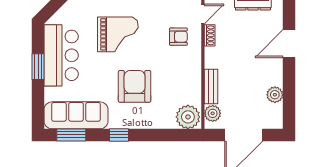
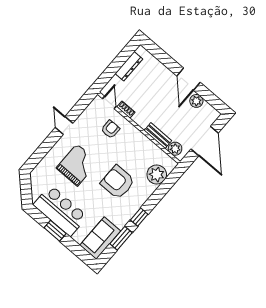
door: (289, 44) -> (188, 79), moved
sofa: (76, 115) -> (100, 238), width x0.73
plant: (188, 117) -> (157, 174), moved
window: (71, 135) -> (121, 238), moved

